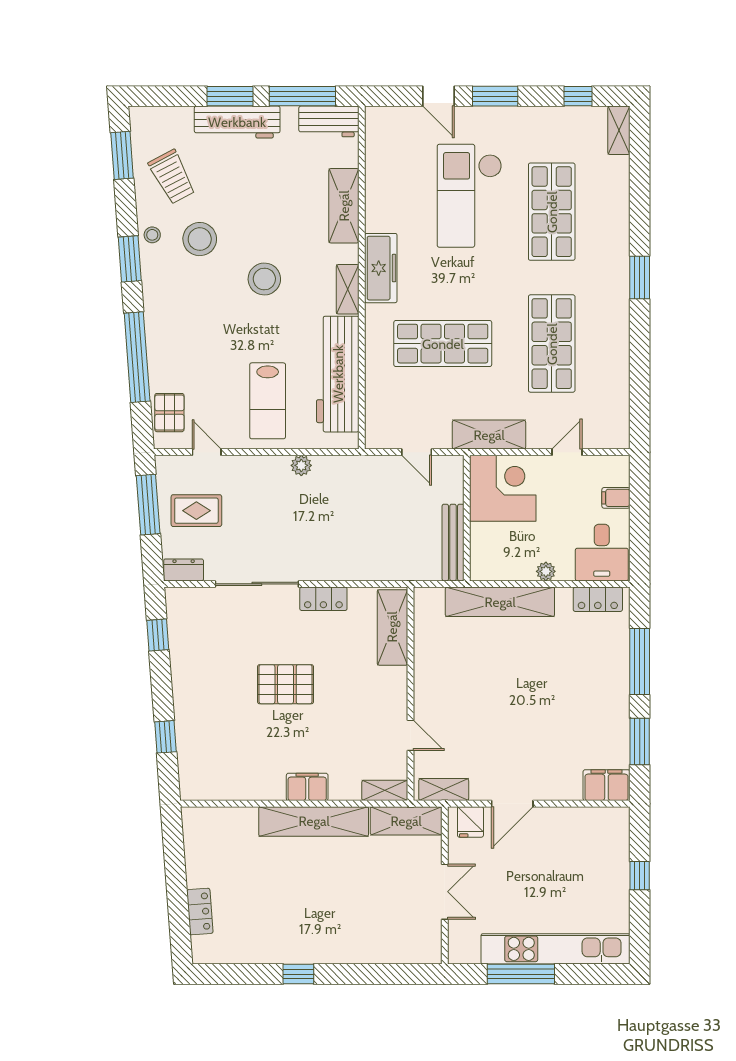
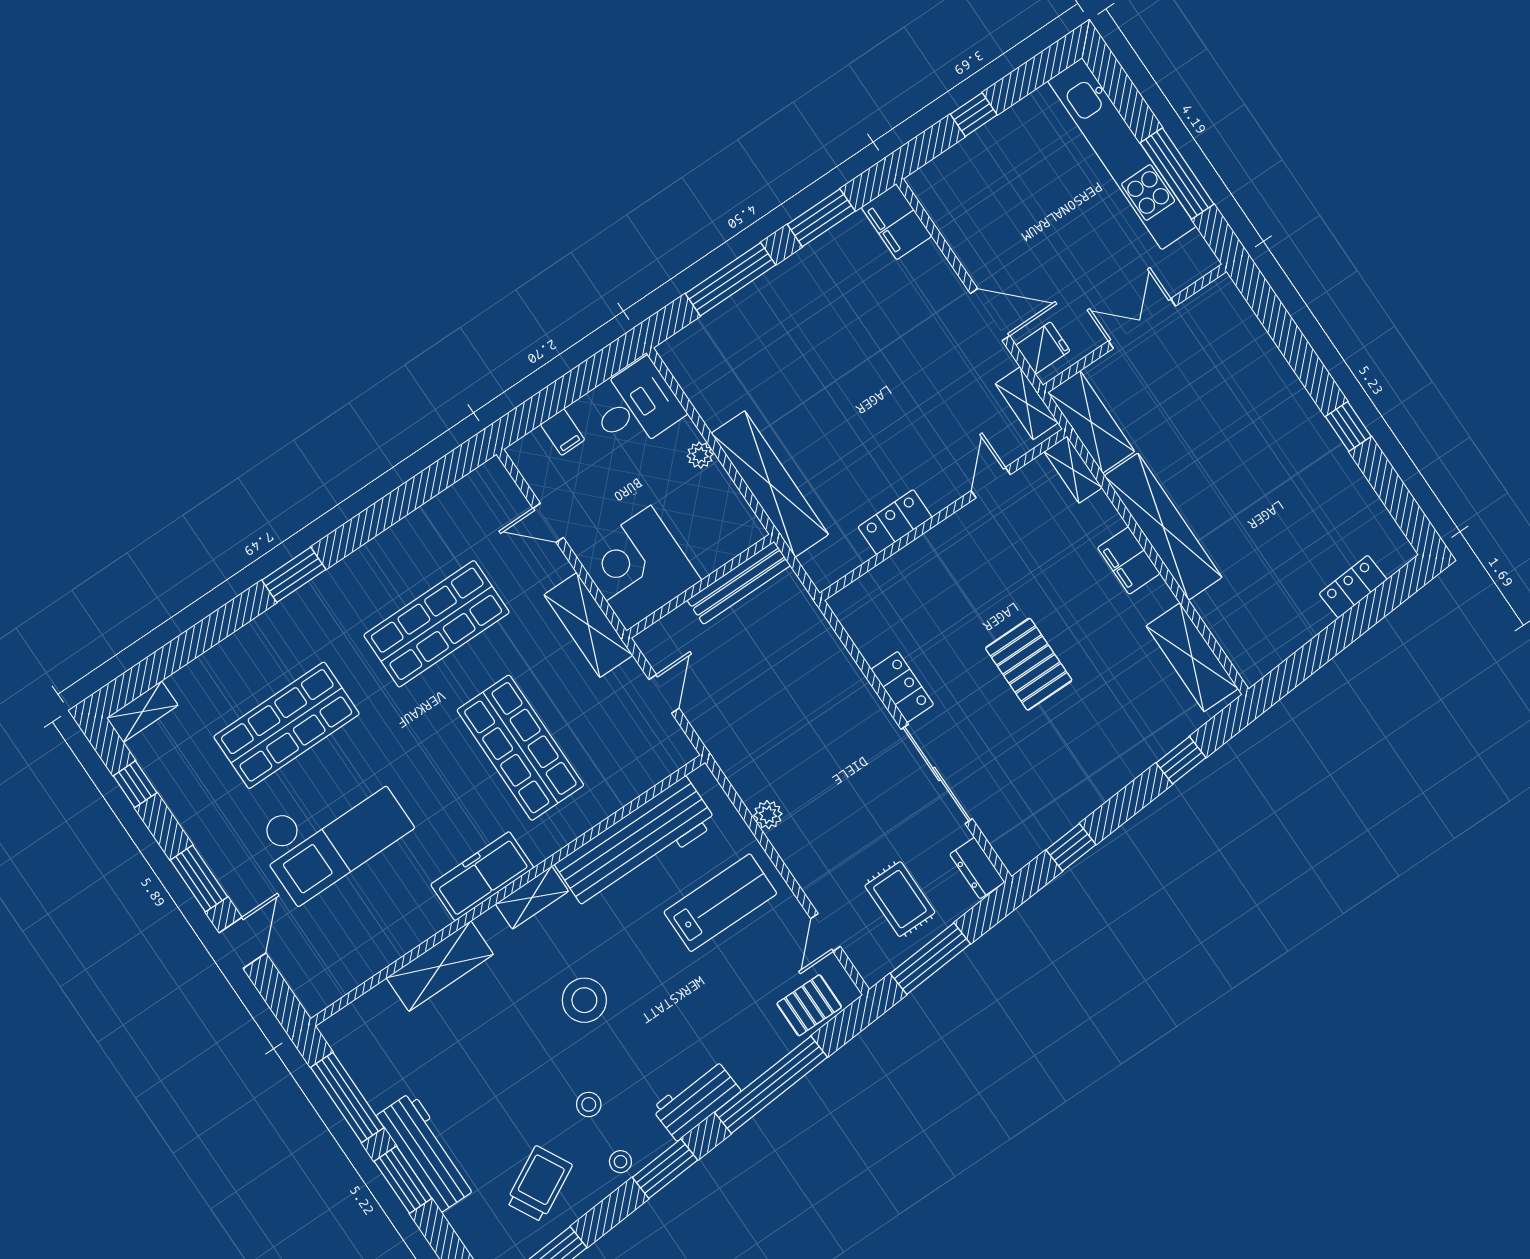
workbench: (329, 121) -> (696, 1100), moved, turned -94
stool: (200, 239) -> (589, 1104), width x0.53, depth x0.53
locker: (598, 599) -> (895, 522), moved, turned -90
shelving: (392, 627) -> (1192, 657), moved, turned 90

